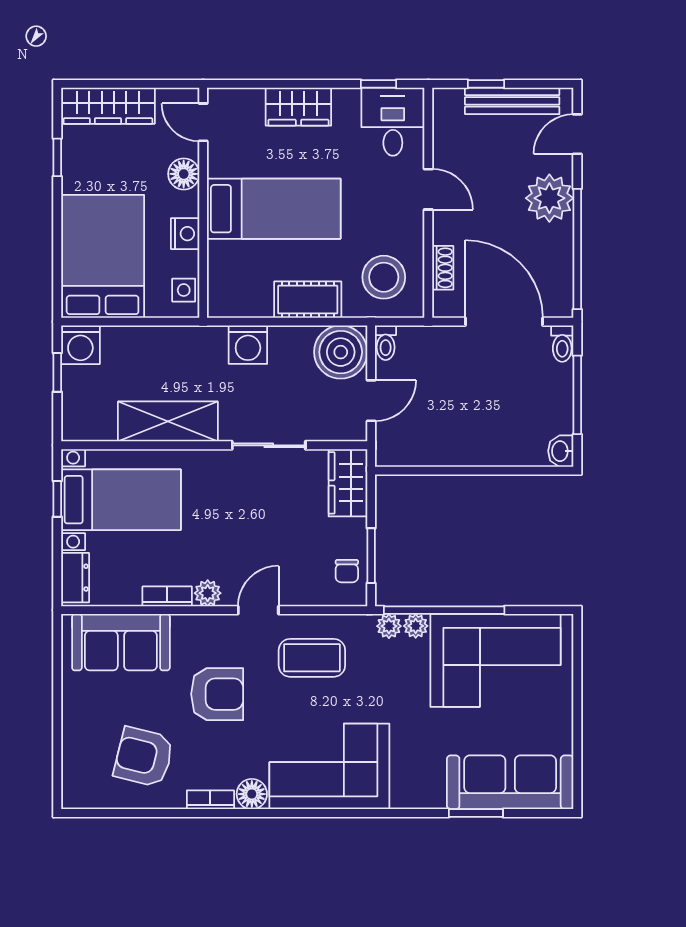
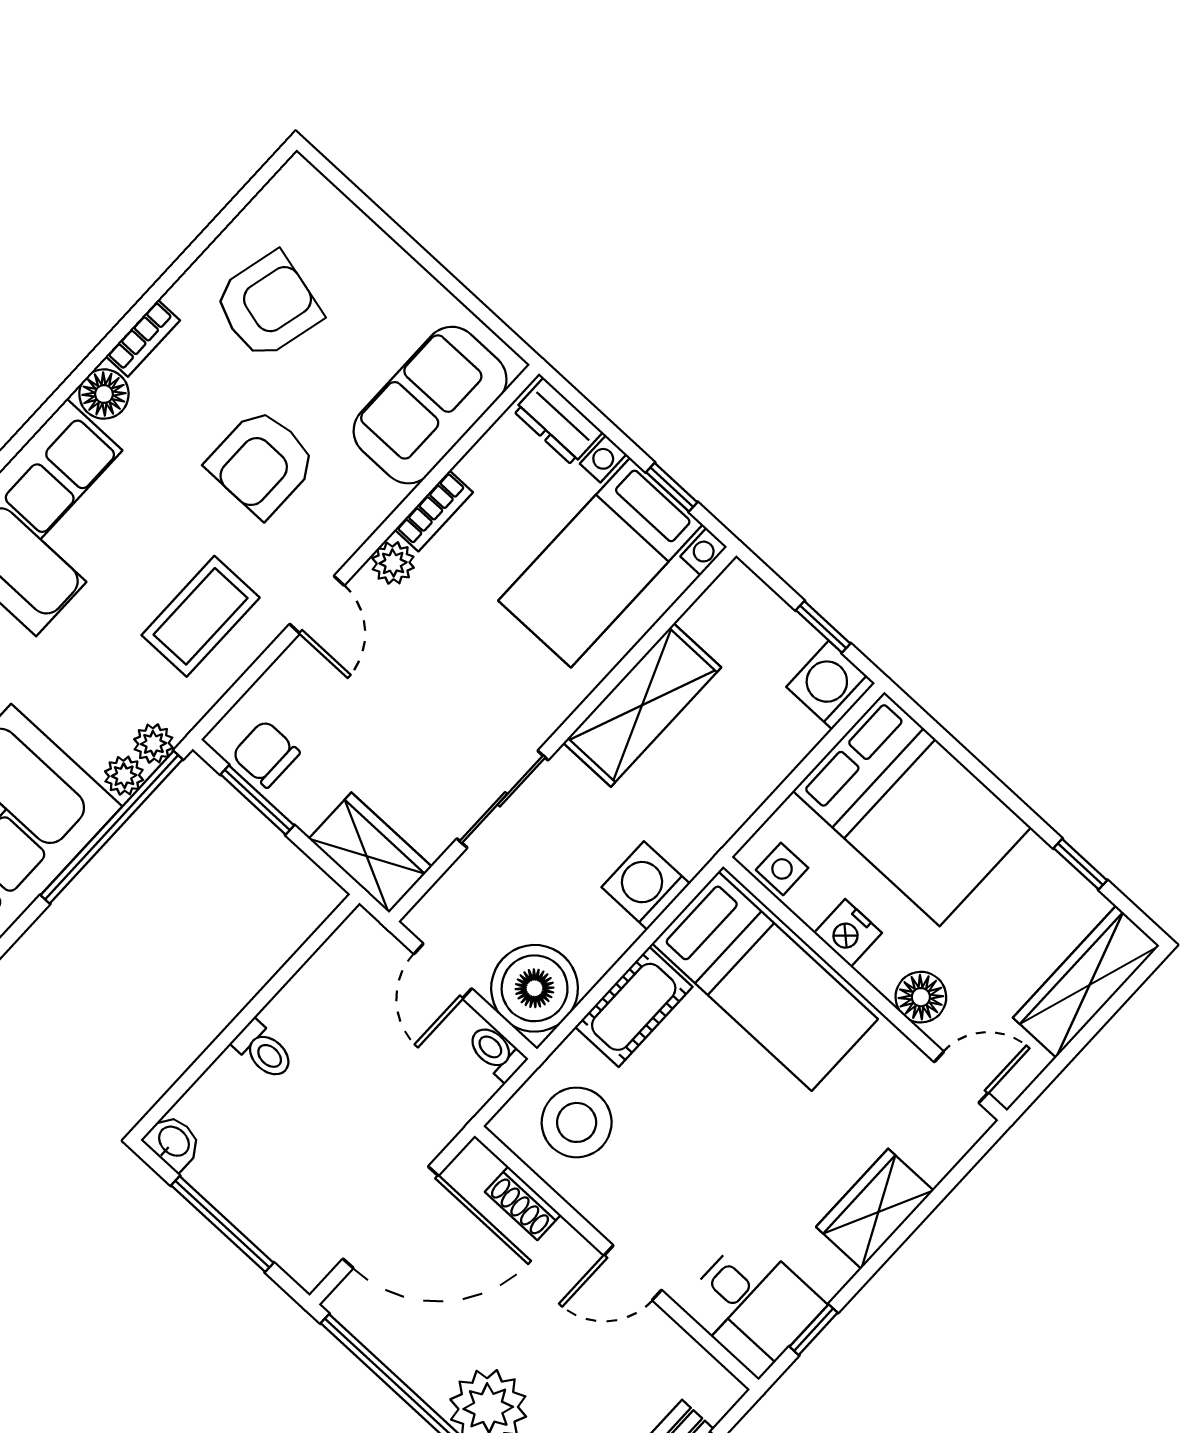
bed: (274, 209) -> (765, 981), moved, turned -90
toilet: (562, 344) -> (264, 1050), moved, turned 180
chair: (347, 571) -> (266, 754), width x1.37, depth x1.37

